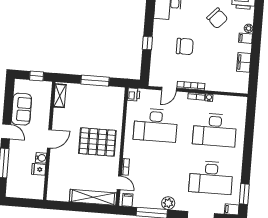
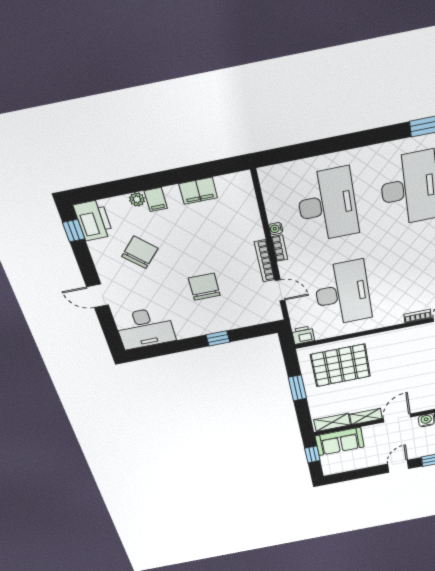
window: (95, 81) -> (297, 388), width x0.69
sofa: (22, 109) -> (340, 441), moved, turned 180
shelving: (57, 119) -> (366, 416), added
door: (49, 139) -> (397, 418), hinge flipped
pallet: (97, 142) -> (341, 365), moved, turned 90

